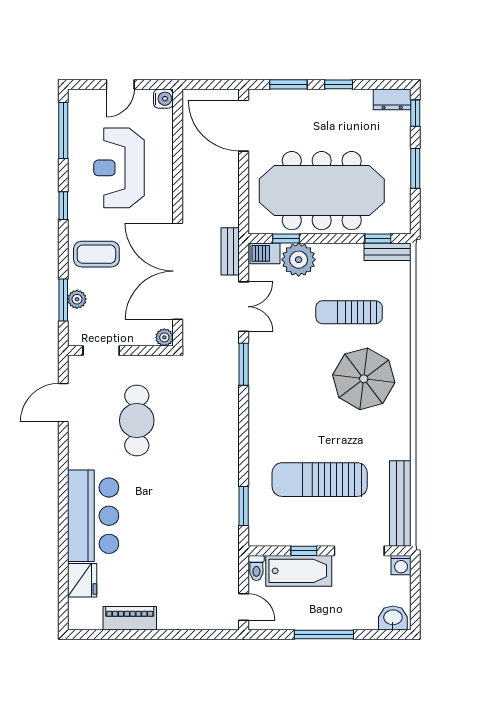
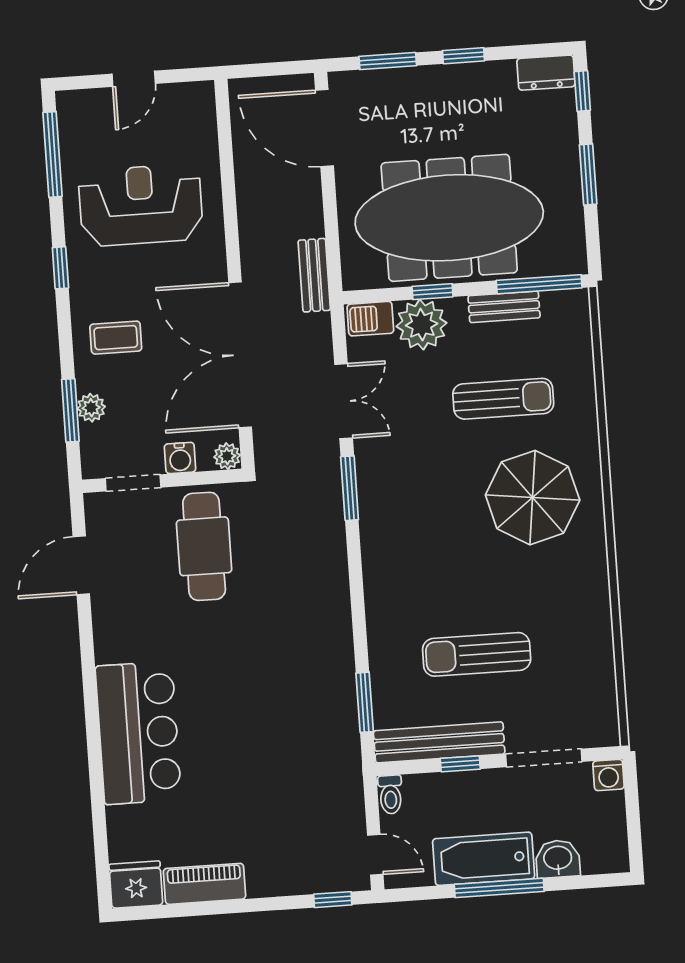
water cooler: (163, 99) -> (180, 458), moved, turned 90
reception desk: (119, 168) -> (141, 205), turned 90
window: (286, 238) -> (432, 292), moved
window: (378, 238) -> (539, 284), width x2.17
bench: (230, 251) -> (314, 275), moved
bench: (388, 252) -> (504, 307), moved
coffee table: (96, 254) -> (116, 338), width x0.73, depth x0.77
sun lounger: (349, 312) -> (503, 399), turned 180
cafe table: (137, 421) -> (204, 546), moved
sun lounger: (320, 480) -> (477, 654), width x0.73, depth x0.75
bench: (400, 504) -> (439, 742), moved, turned 90
bathtub: (299, 571) -> (484, 859), moved, turned 180
fridge: (82, 580) -> (136, 885), moved, turned -90
washbasin: (393, 618) -> (558, 859), moved
window: (214, 634) -> (333, 900), added

